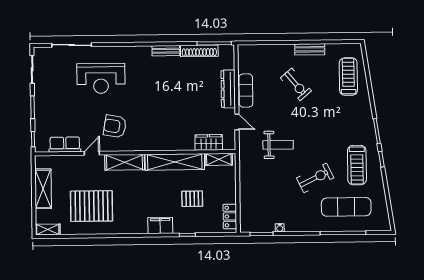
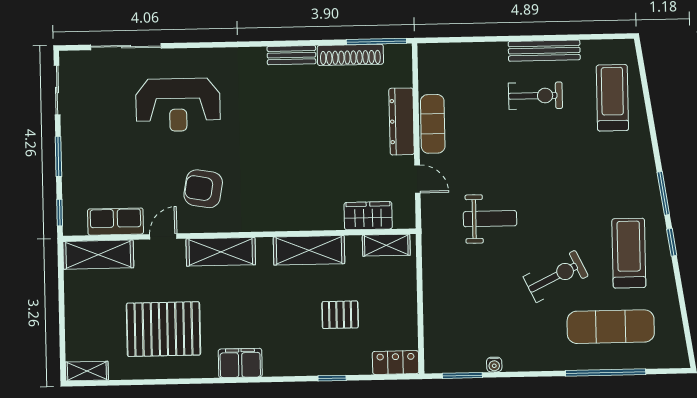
bench: (310, 49) -> (544, 51), width x1.36
exercise bike: (296, 84) -> (535, 96), moved, turned -50
shelving: (175, 162) -> (309, 250), width x0.68
treadmill: (357, 165) -> (629, 253), turned 180
shelving: (43, 189) -> (98, 255), moved, turned 90
locker: (230, 216) -> (396, 363), moved, turned 90
filing cabinet: (160, 225) -> (240, 363), moved

